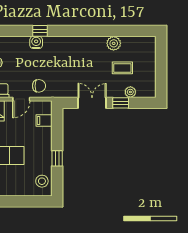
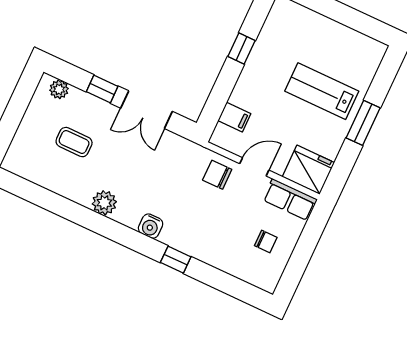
water cooler: (36, 42) -> (151, 226), moved
plant: (114, 43) -> (104, 203), moved
plant: (130, 92) -> (59, 89), moved
stool: (42, 181) -> (282, 24), removed

